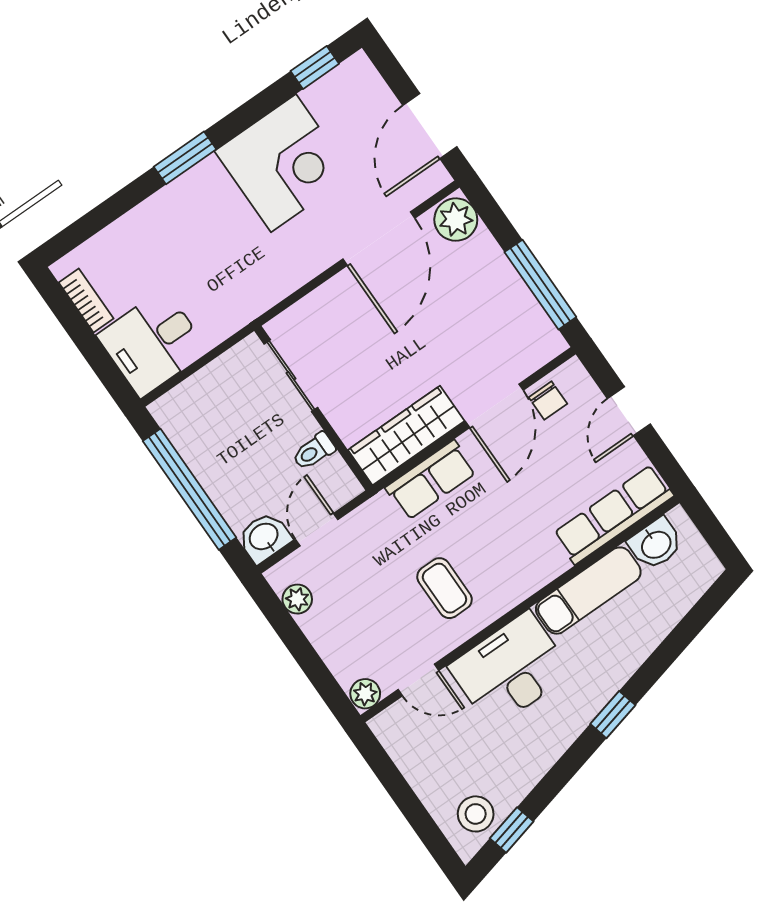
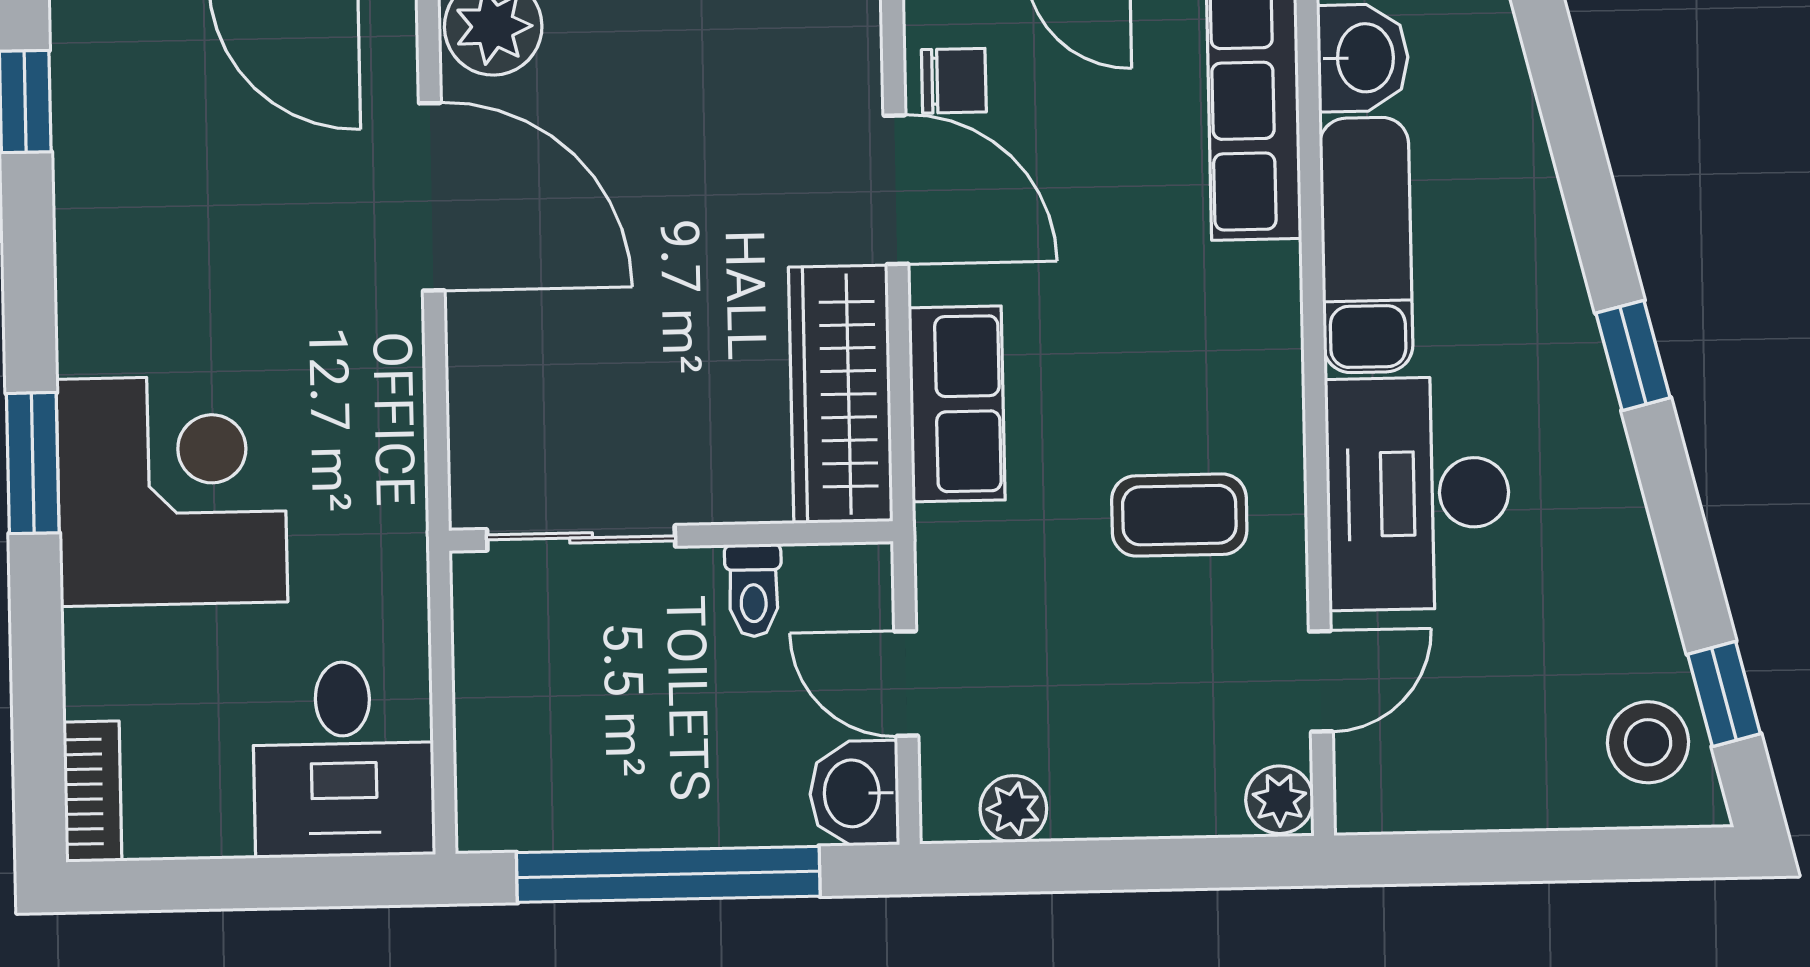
corner desk: (283, 163) -> (172, 491), moved
bookcase: (86, 301) -> (93, 792), moved, turned 90

